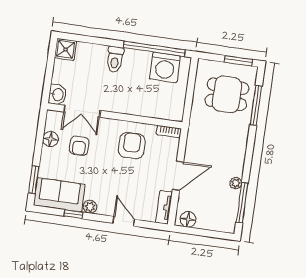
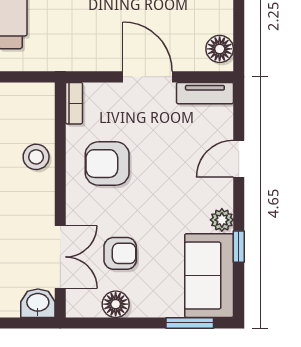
stool: (141, 105) -> (36, 157), added

